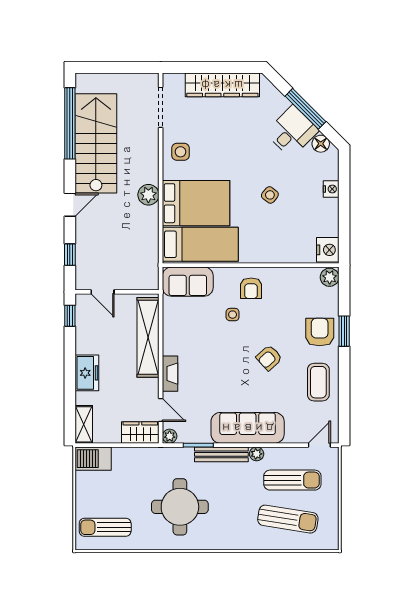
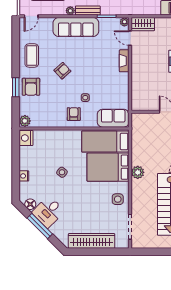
shelving: (148, 337) -> (138, 83), removed
bench: (221, 454) -> (88, 10), width x0.73

